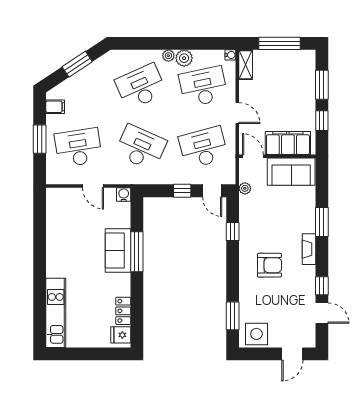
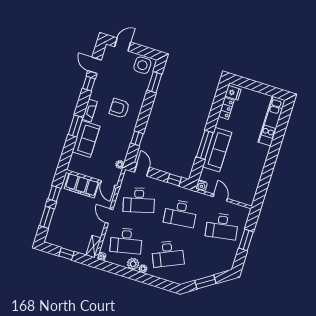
window: (280, 43) -> (66, 254), width x0.46
filing cabinet: (55, 107) -> (229, 258), removed
desk: (141, 148) -> (180, 213), turned -30
sofa: (291, 172) -> (86, 139), moved, turned 90
window: (182, 191) -> (174, 180), moved
sofa: (118, 251) -> (217, 150), width x1.36

